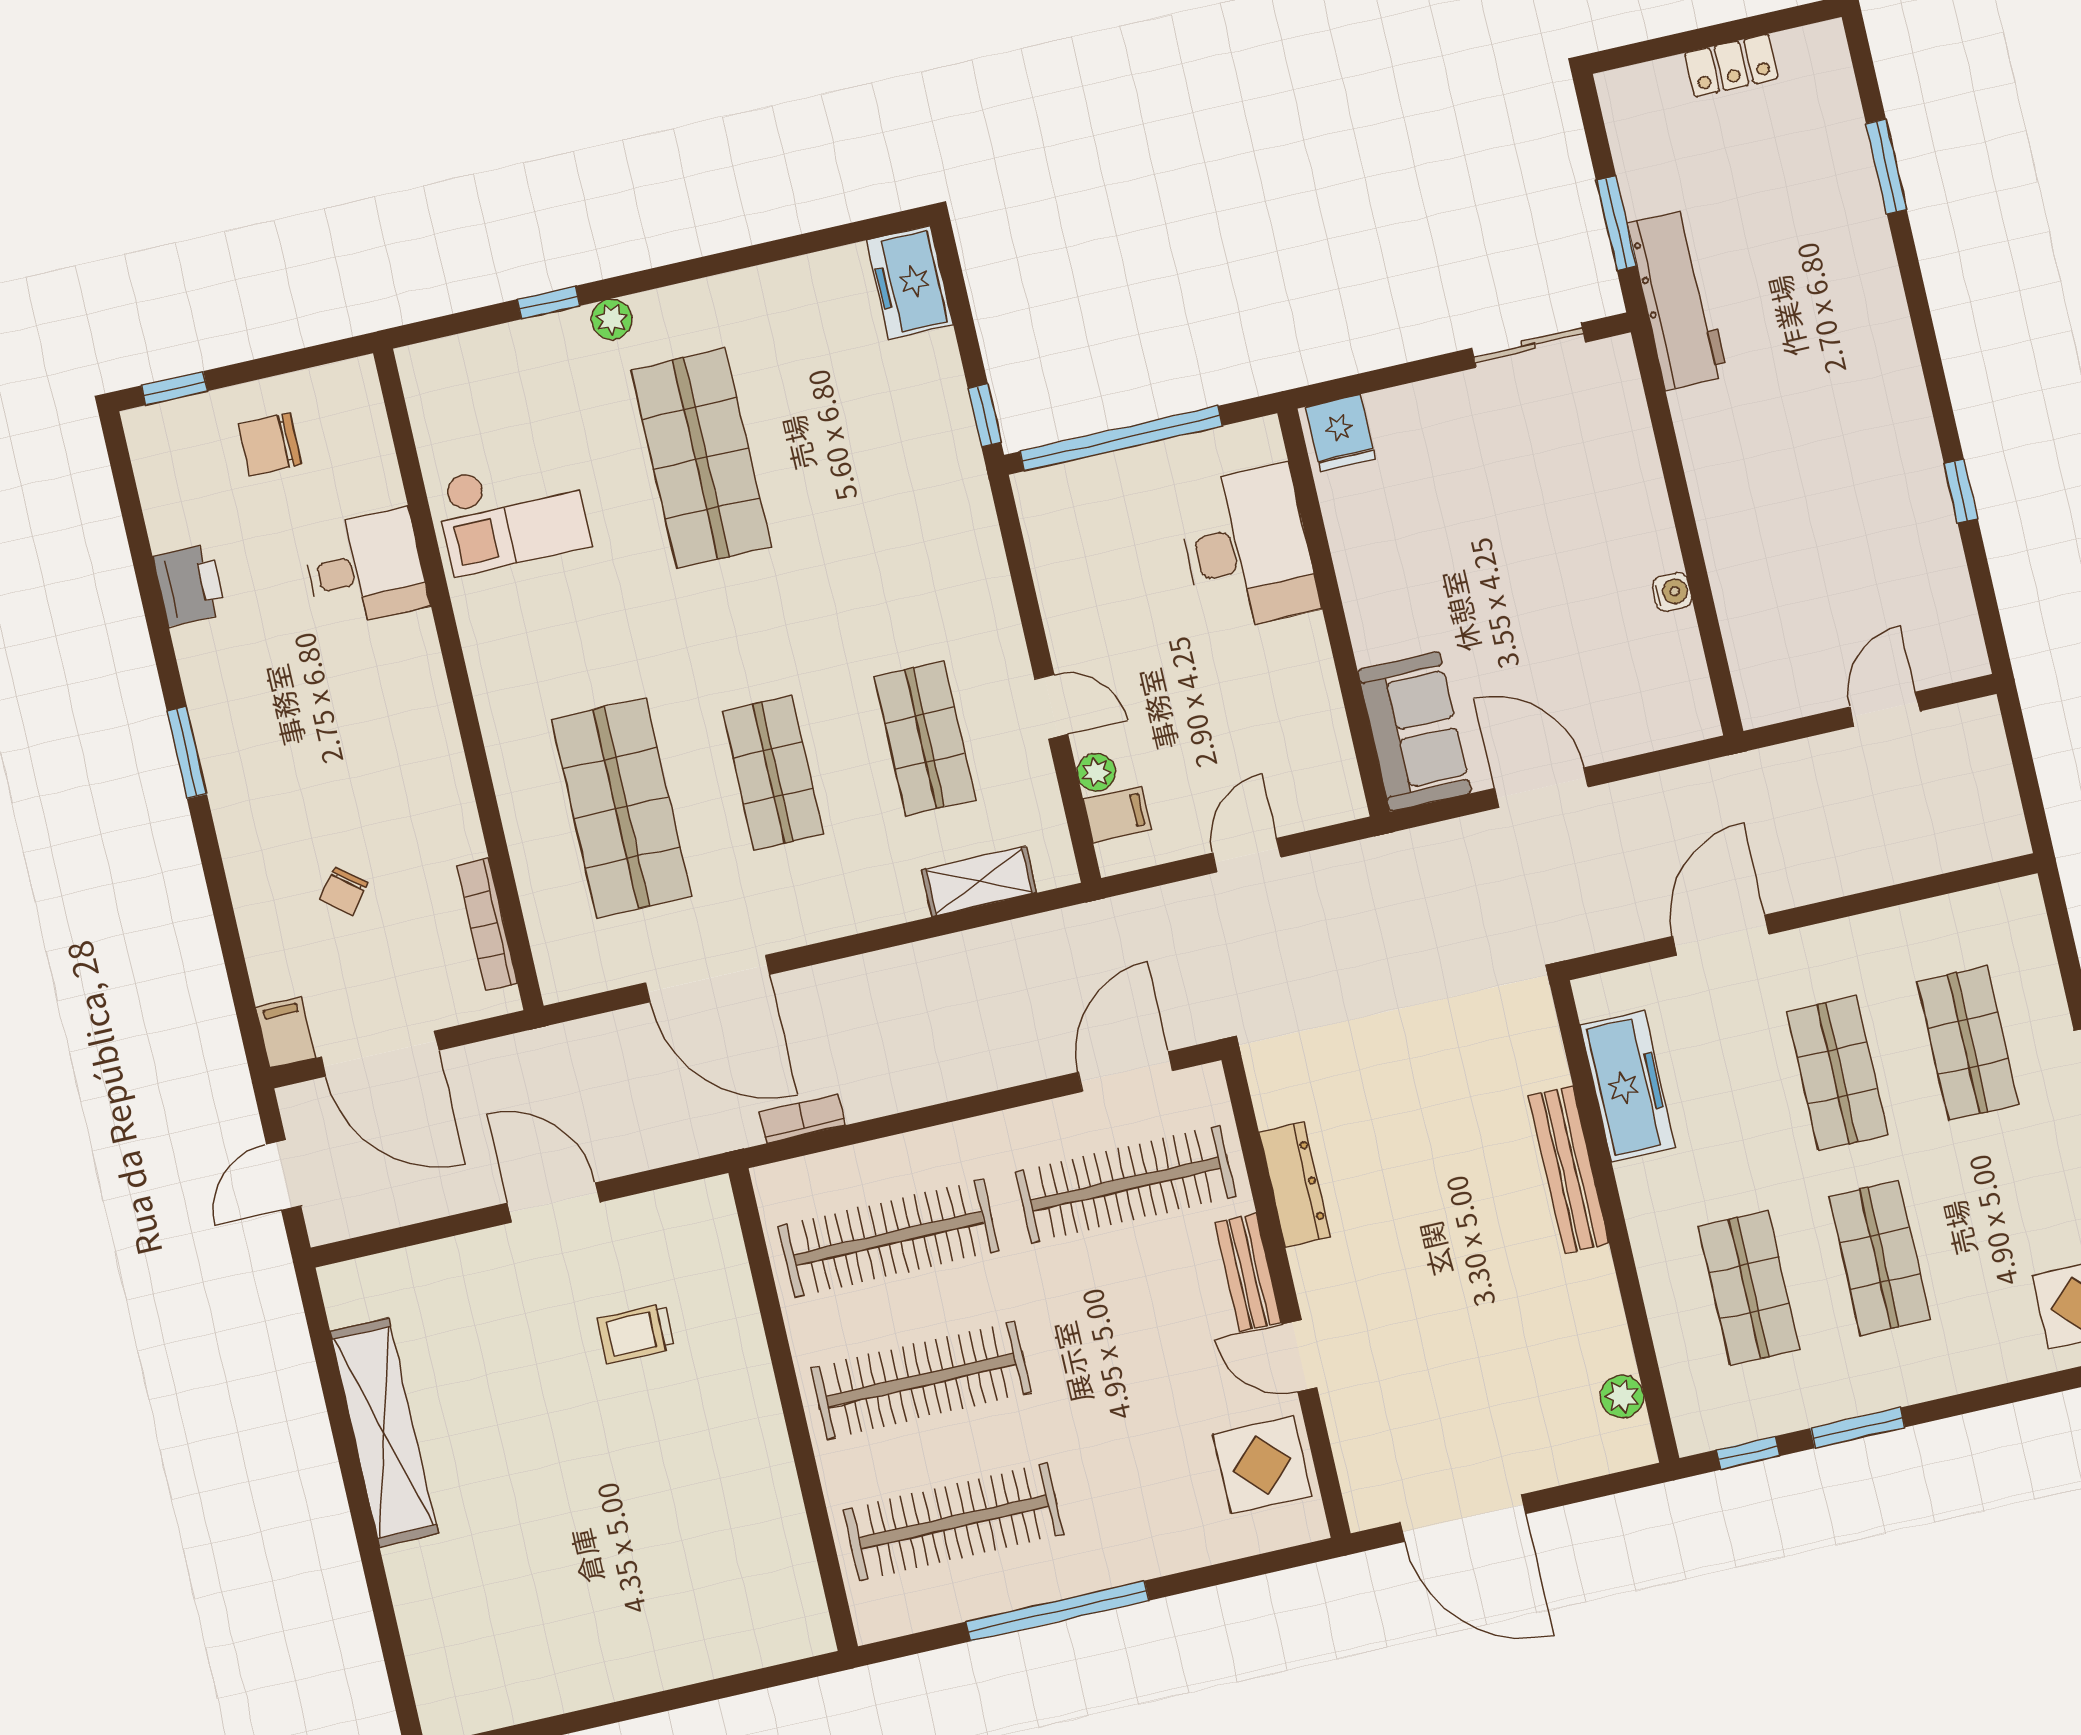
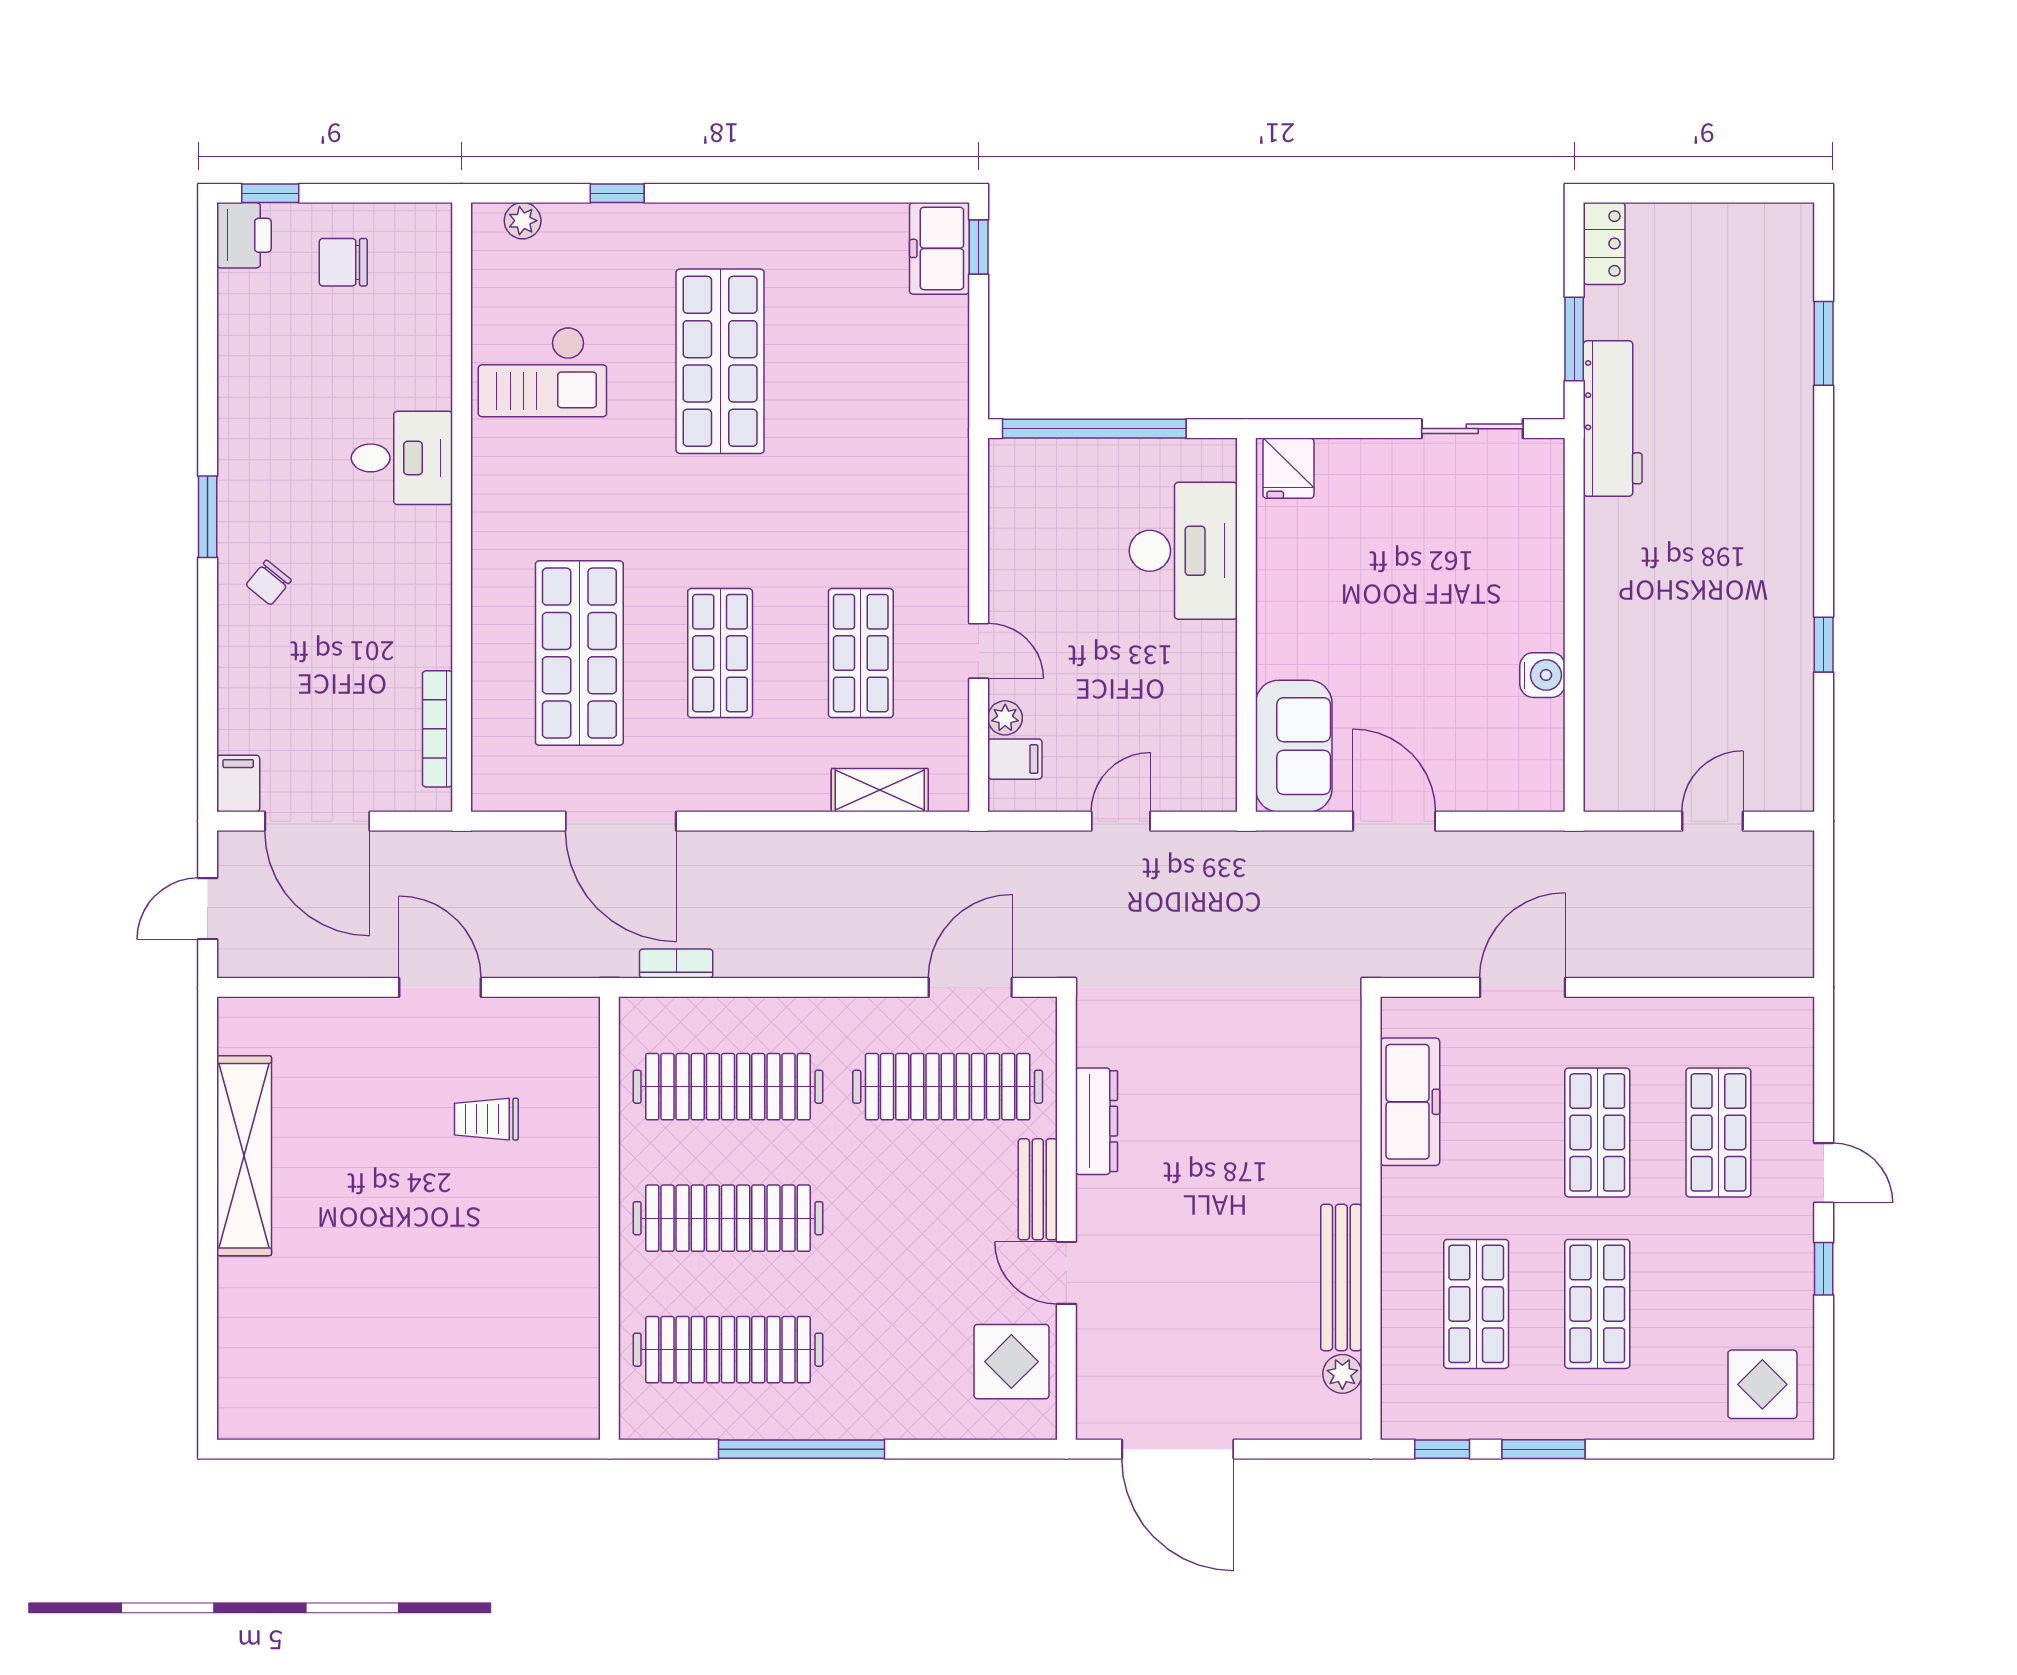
locker: (1731, 66) -> (1604, 244), moved, turned -90
plant: (612, 319) -> (523, 221), moved
window: (985, 415) -> (979, 247), moved
desk: (365, 568) -> (402, 458), moved
printer: (190, 585) -> (244, 235), moved
water cooler: (1672, 592) -> (1542, 675), width x1.38, depth x1.38
chair: (344, 891) -> (269, 583), moved
bench: (1569, 1169) -> (1341, 1277), moved

